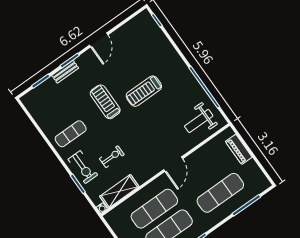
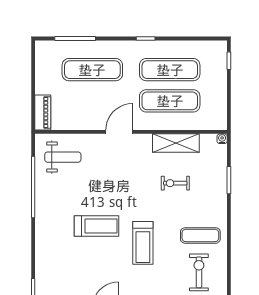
piano: (239, 149) -> (43, 112), moved
exercise bike: (83, 167) -> (199, 272), moved
shelving: (119, 191) -> (176, 143), moved

